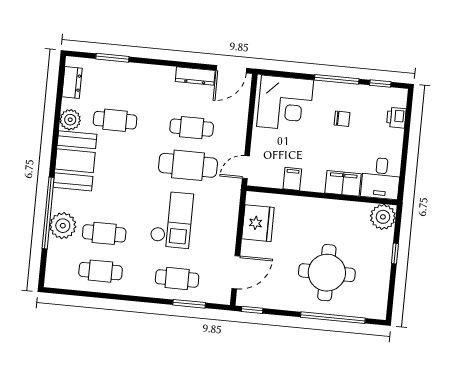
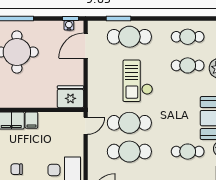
cafe table: (192, 128) -> (129, 152), width x1.37, depth x1.35
filing cabinet: (292, 179) -> (31, 120), moved
fridge: (258, 223) -> (70, 97), moved, turned 90
cafe table: (177, 278) -> (129, 37), width x1.37, depth x1.35
water cooler: (255, 301) -> (69, 25), added

